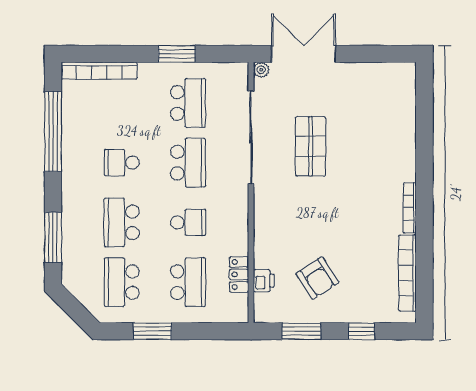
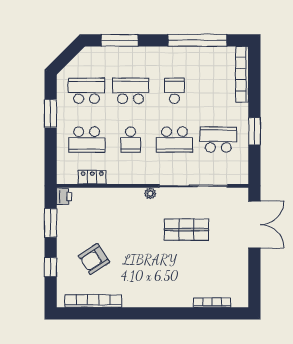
plant: (261, 70) -> (150, 193), moved
school desk: (188, 103) -> (218, 140), turned 180
bookcase: (410, 208) -> (212, 303), moved
armchair: (317, 278) -> (94, 259), moved
printer: (264, 281) -> (64, 196), moved, turned -90

